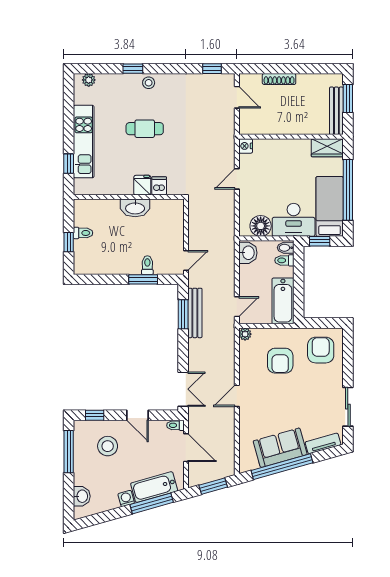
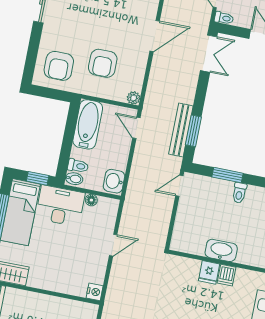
door: (237, 179) -> (113, 245), moved
dishwasher: (159, 186) -> (227, 275), moved
floor lamp: (261, 226) -> (91, 200), width x0.53, depth x0.53
toilet: (147, 265) -> (239, 193), moved
door: (237, 307) -> (136, 128), hinge flipped
armchair: (280, 361) -> (103, 63), turned 180
double door: (183, 389) -> (209, 54), swing flipped
door: (237, 396) -> (155, 36), width x1.38

